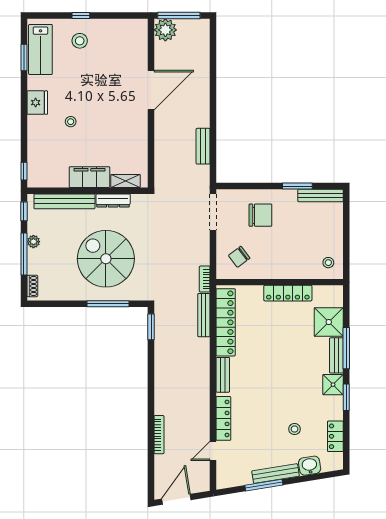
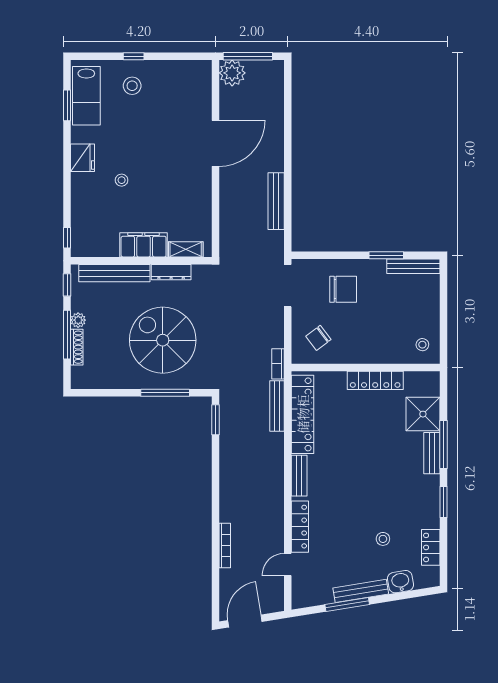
bench: (203, 146) -> (276, 201), width x1.36
shoe rack: (32, 286) -> (77, 347), moved, width x1.43
shower: (333, 385) -> (428, 487), removed

